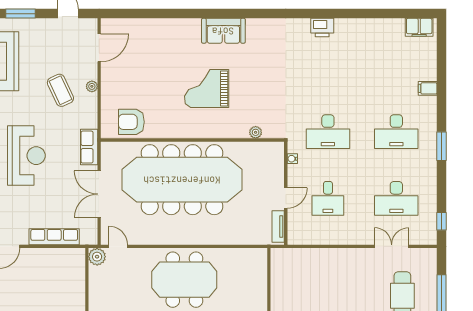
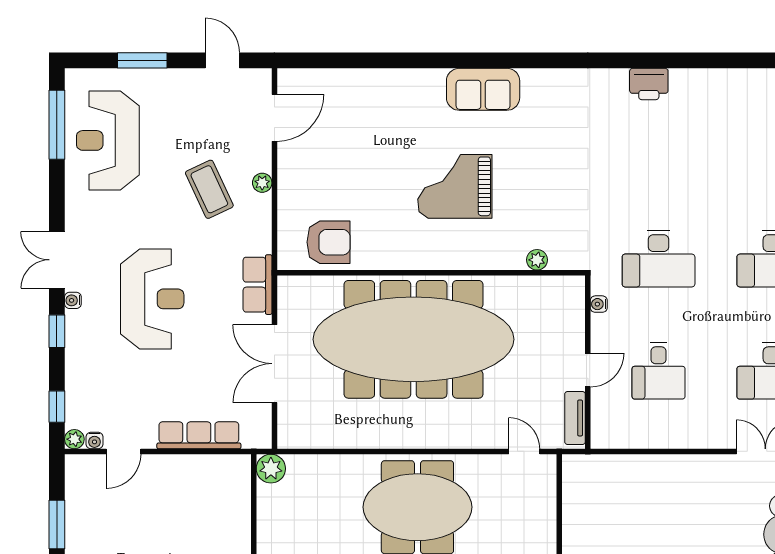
armchair: (131, 122) -> (329, 242), turned 180
door: (118, 246) -> (524, 451), moved

